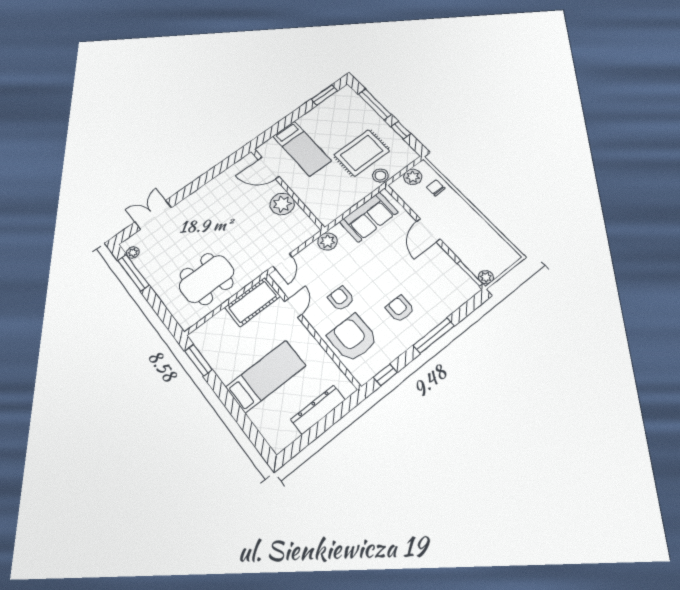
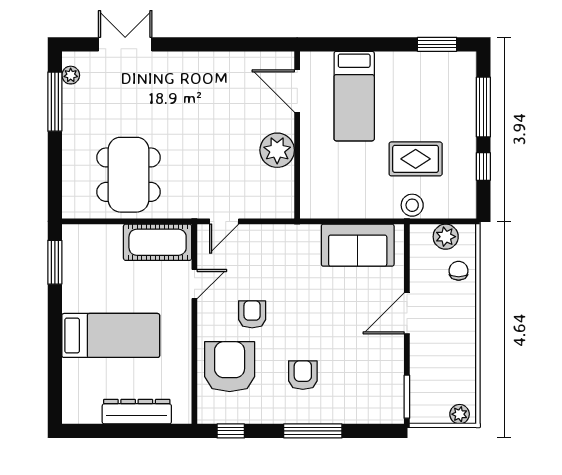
rug: (362, 153) -> (416, 159), width x0.73, depth x0.70
plant: (327, 241) -> (290, 237), removed
plant: (486, 277) -> (460, 414), moved
dining table: (207, 279) -> (128, 175), turned 90

